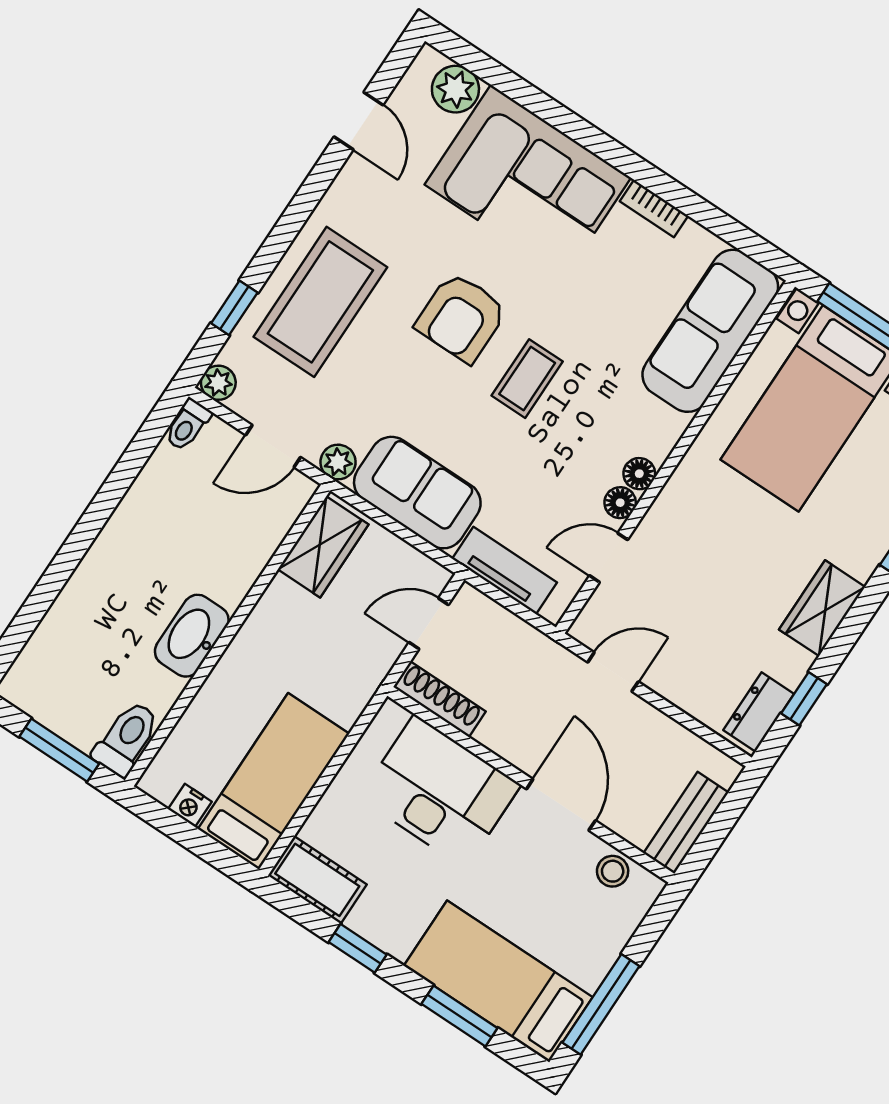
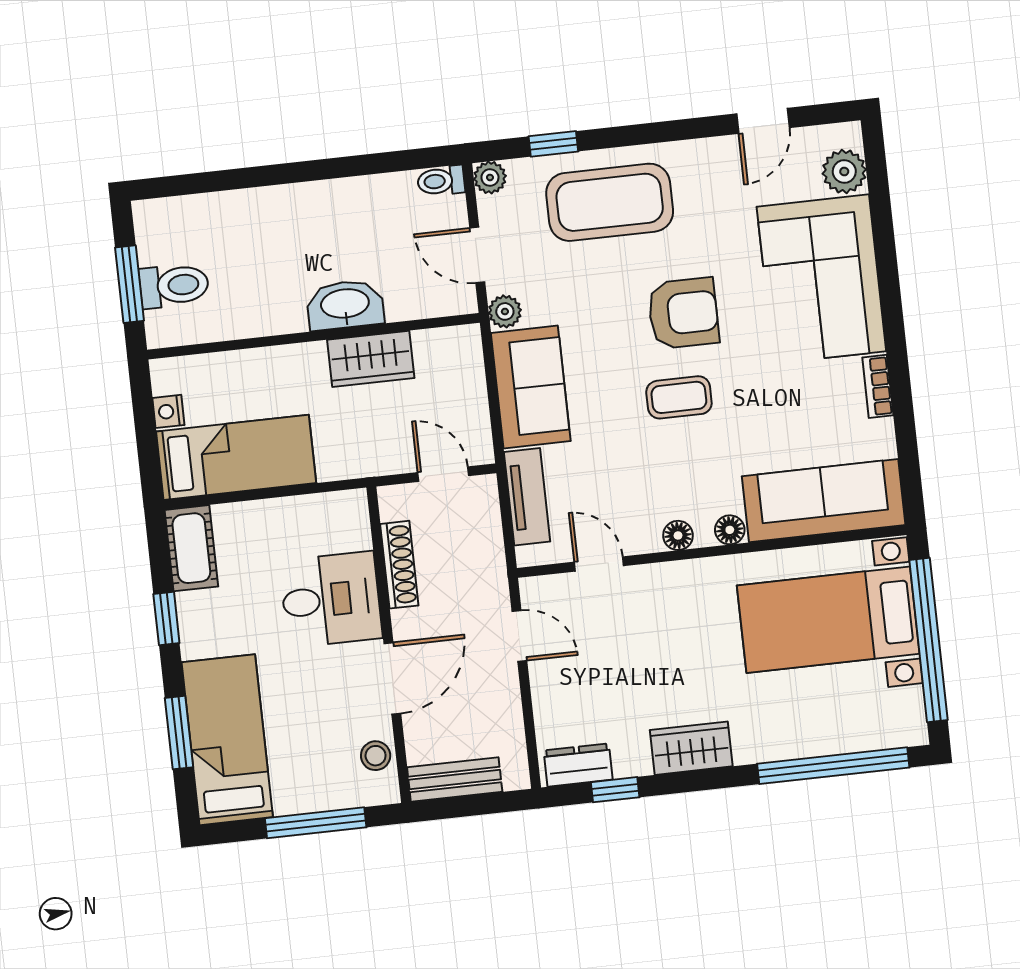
armchair: (461, 317) -> (683, 313), turned 180
floor lamp: (620, 503) -> (730, 530), moved
wardrobe: (323, 547) -> (371, 359), moved
washbasin: (192, 636) -> (345, 305), moved
shoe rack: (439, 699) -> (399, 565), moved
toilet: (126, 738) -> (174, 286), moved
desk: (440, 791) -> (331, 599), width x0.73
window: (601, 1004) -> (316, 823), moved

